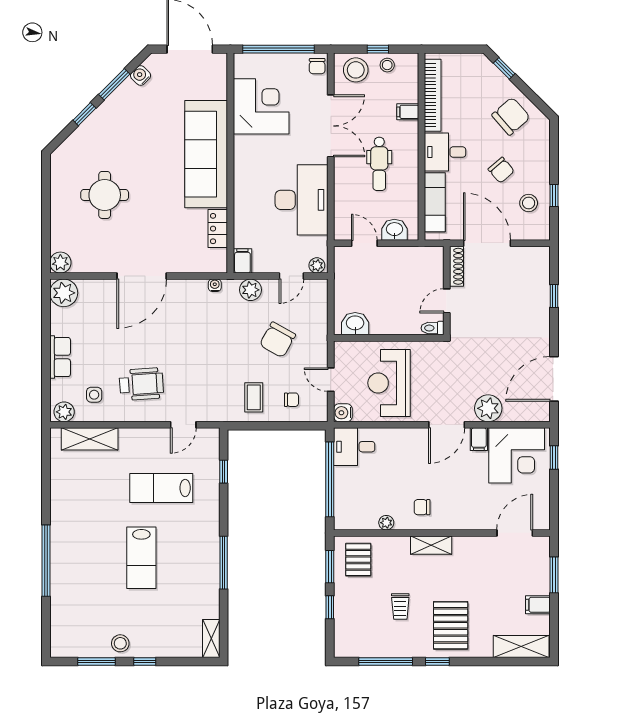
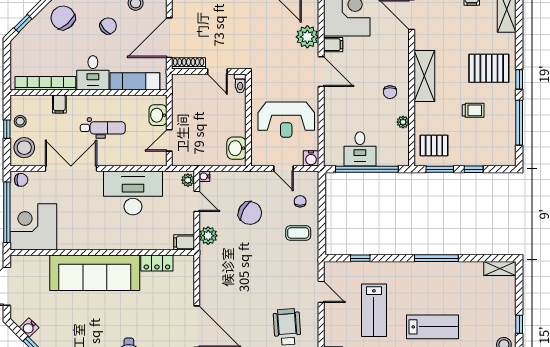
corner desk: (261, 106) -> (33, 227), moved
water cooler: (215, 285) -> (204, 176), moved
door: (331, 380) -> (283, 168), hinge flipped
desk: (354, 447) -> (360, 149), moved
shelving: (431, 545) -> (424, 76), width x1.50, depth x1.33

